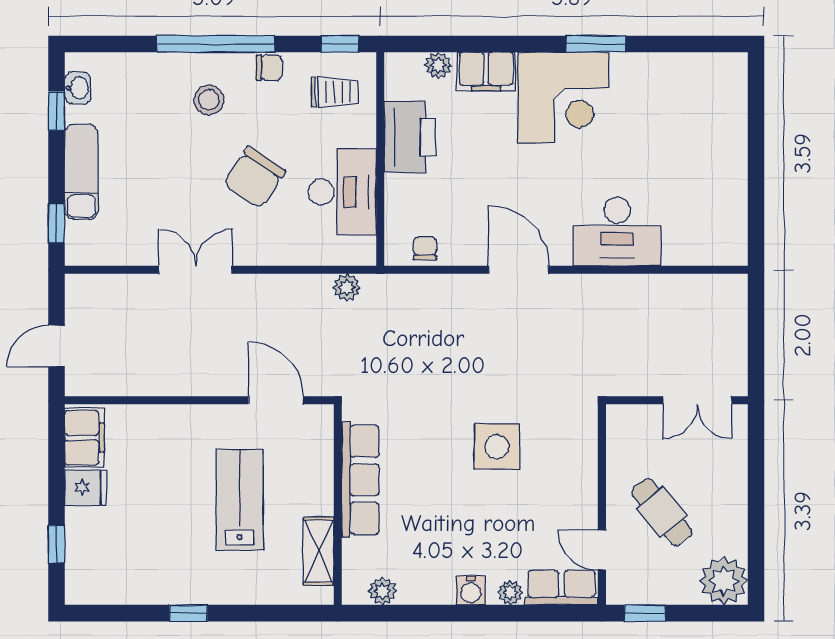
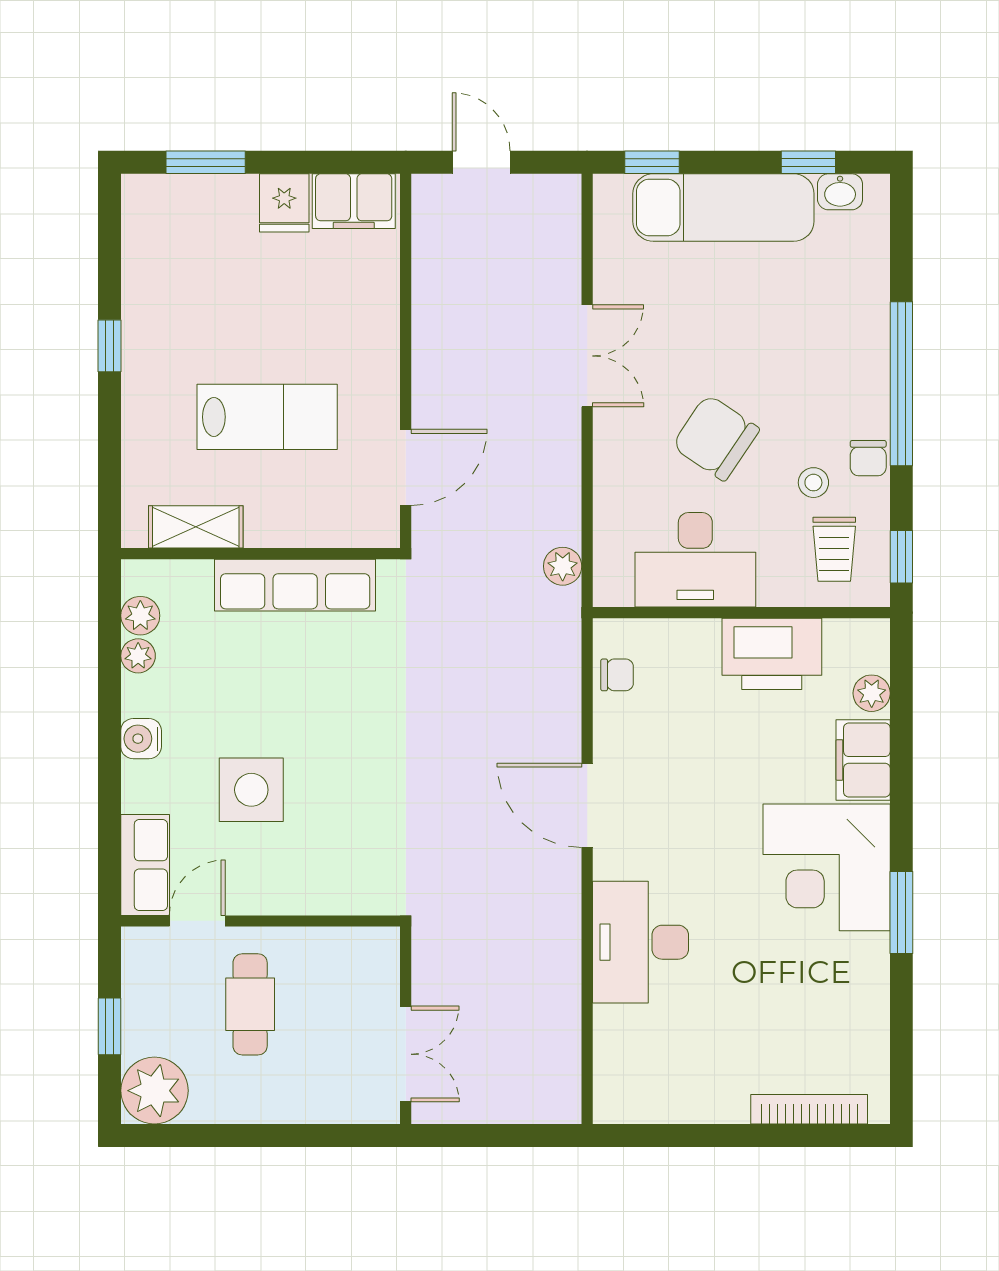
stool: (209, 100) -> (813, 483), moved, width x0.73, depth x0.73
bookcase: (737, 110) -> (809, 1109), added
exam couch: (81, 172) -> (723, 207), width x1.36, depth x1.45
door: (519, 270) -> (587, 805), swing flipped
double door: (698, 400) -> (406, 1054), swing flipped
side table: (497, 447) -> (251, 790), moved
cafe table: (662, 512) -> (250, 1004), turned -51
window: (56, 544) -> (206, 162), width x1.50
plant: (510, 593) -> (138, 656), moved
window: (645, 613) -> (110, 1026), moved

